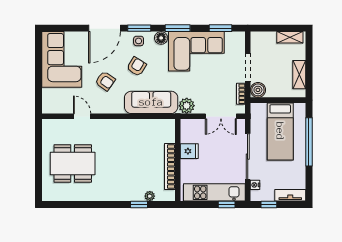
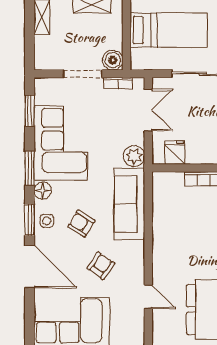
door: (82, 116) -> (148, 297), swing flipped
fridge: (189, 151) -> (175, 153), moved

